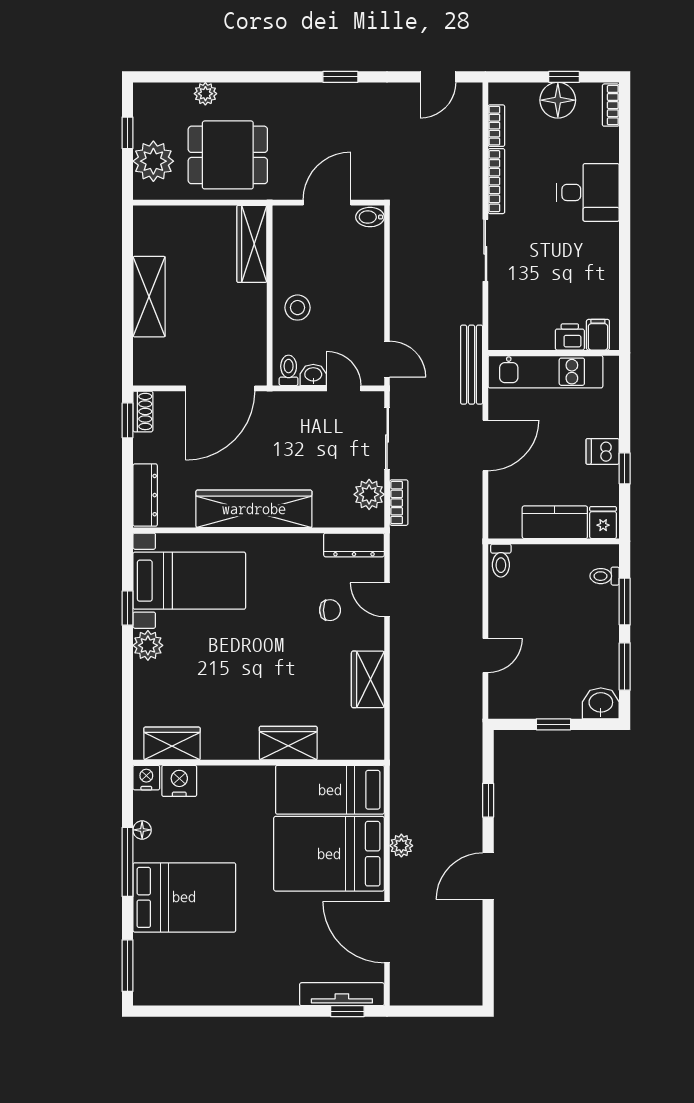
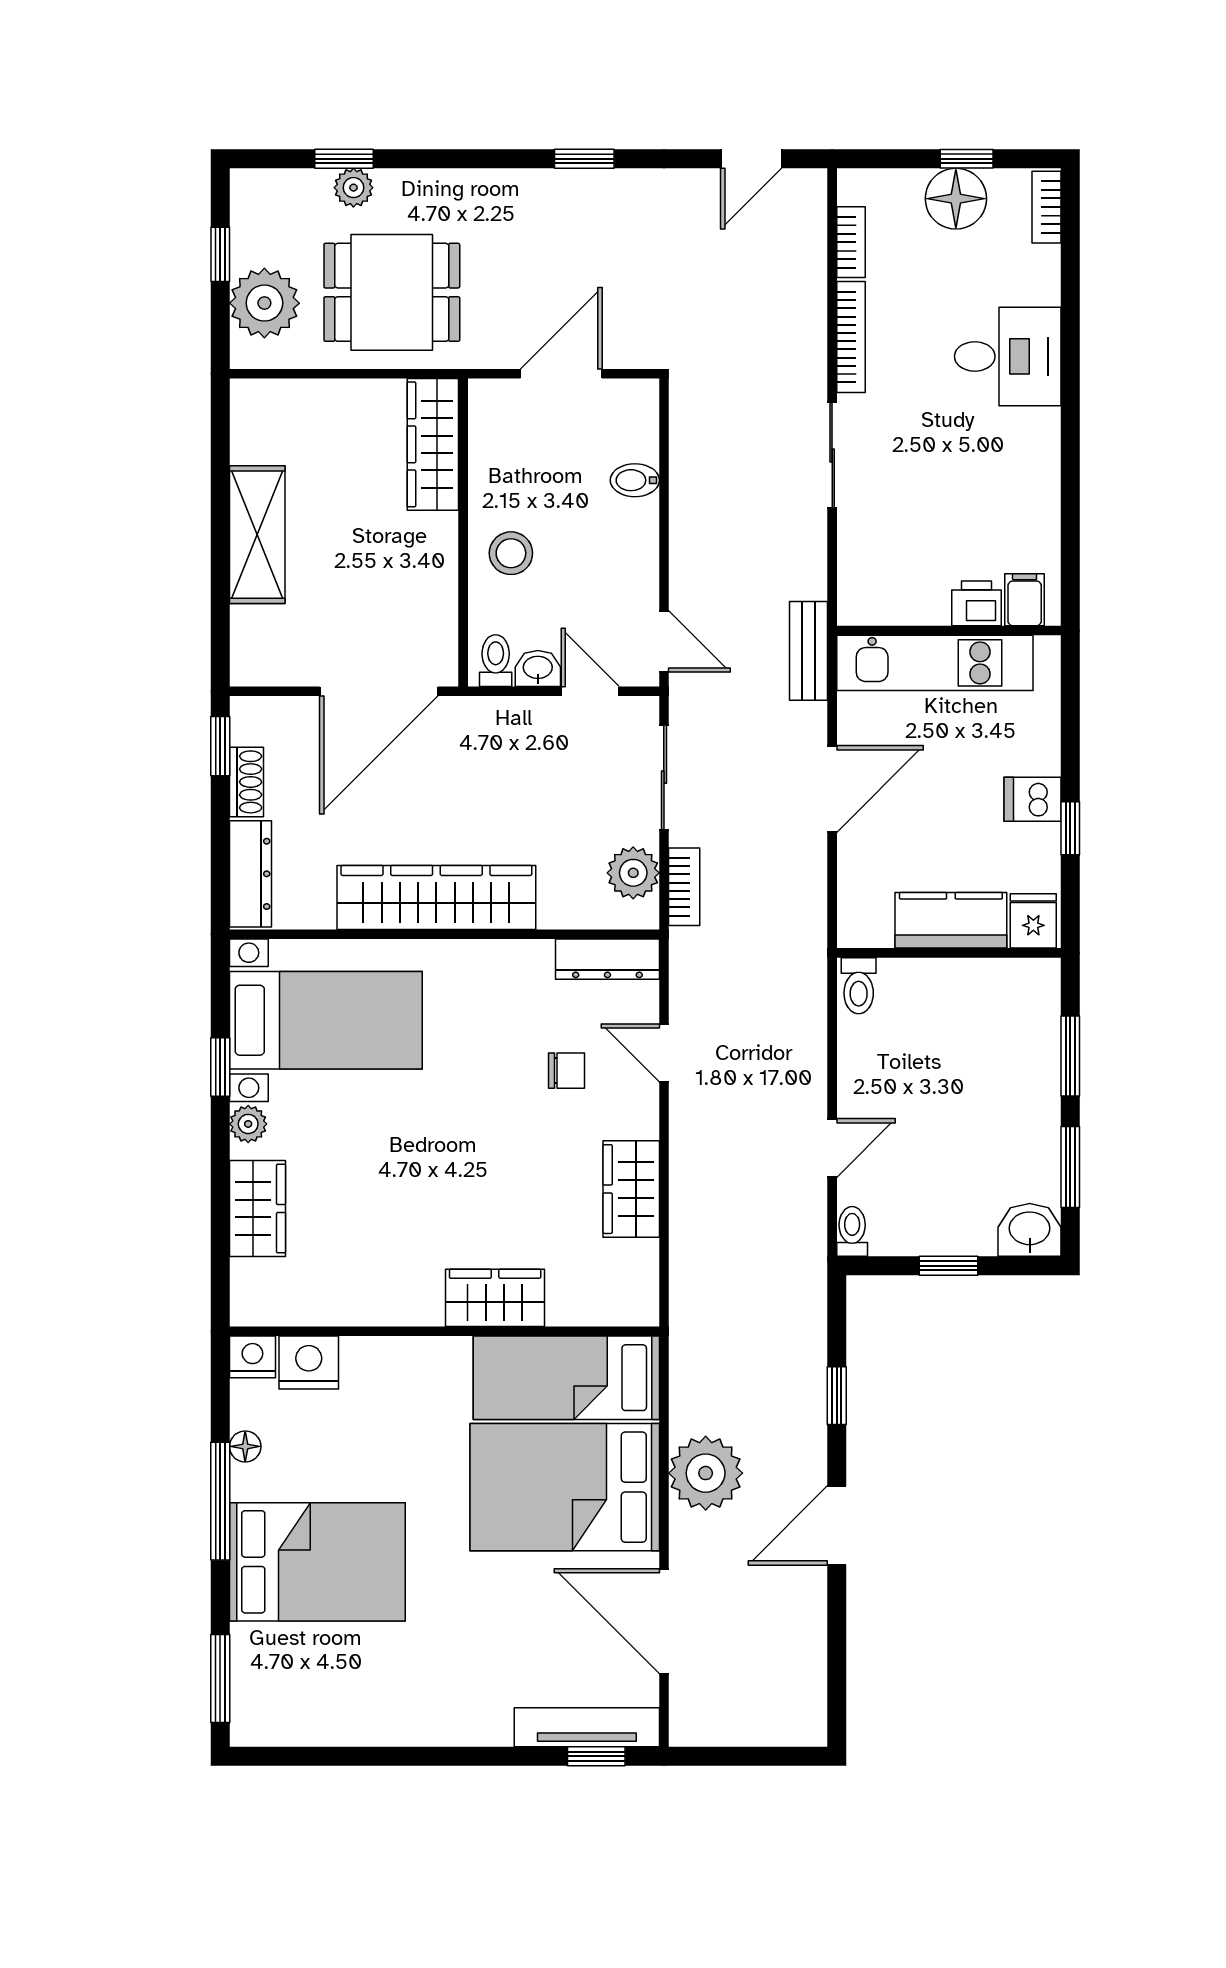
window: (200, 77) -> (344, 159), added
bidet: (370, 217) -> (635, 480), moved
bench: (472, 365) -> (809, 651), width x0.73
shoe rack: (143, 411) -> (247, 782), moved
toilet: (605, 576) -> (852, 1231), moved, turned 90
plant: (148, 645) -> (248, 1124), width x0.73, depth x0.73
wardrobe: (172, 743) -> (258, 1209), moved, turned 90
plant: (401, 846) -> (706, 1473), width x1.87, depth x1.87

